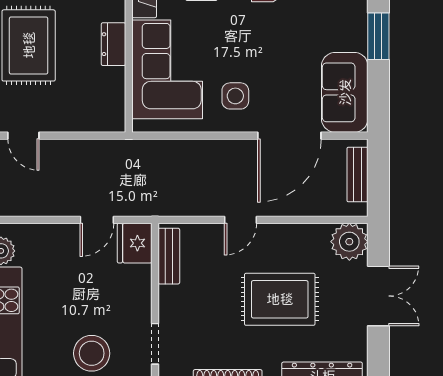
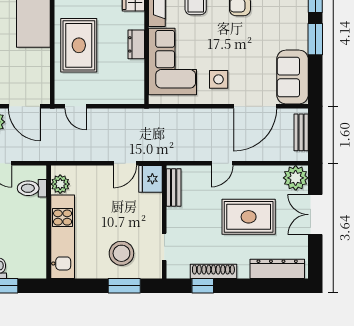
double door: (378, 296) -> (315, 215), swing flipped

